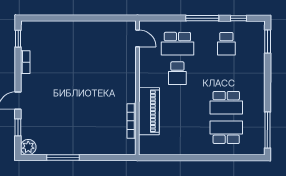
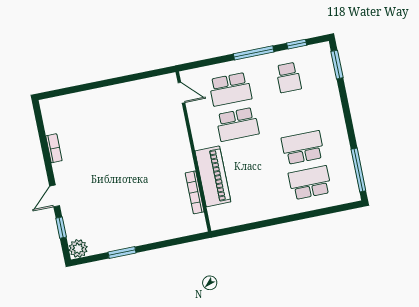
window: (18, 39) -> (40, 122), removed
school desk: (177, 73) -> (237, 124), width x1.85
school desk: (226, 103) -> (303, 148), turned 180
window: (63, 157) -> (122, 252), width x0.69

